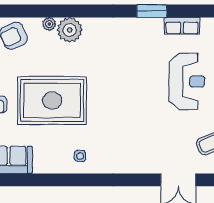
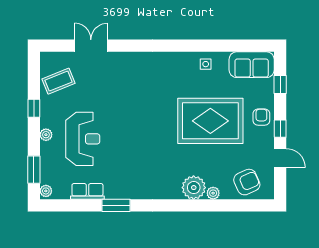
reception desk: (187, 81) -> (83, 139), turned 180
side table: (80, 156) -> (206, 64), moved

